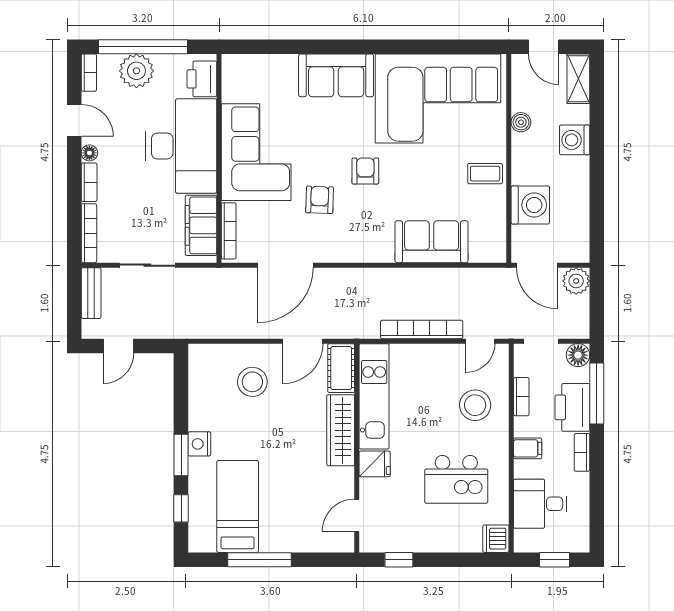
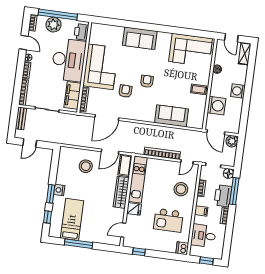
corner sofa: (438, 98) -> (190, 50), width x0.73, depth x0.74
washing machine: (575, 140) -> (238, 91), moved

